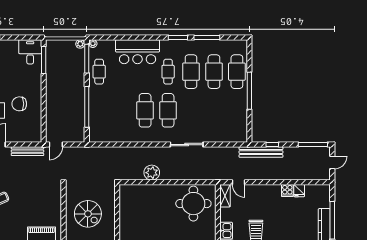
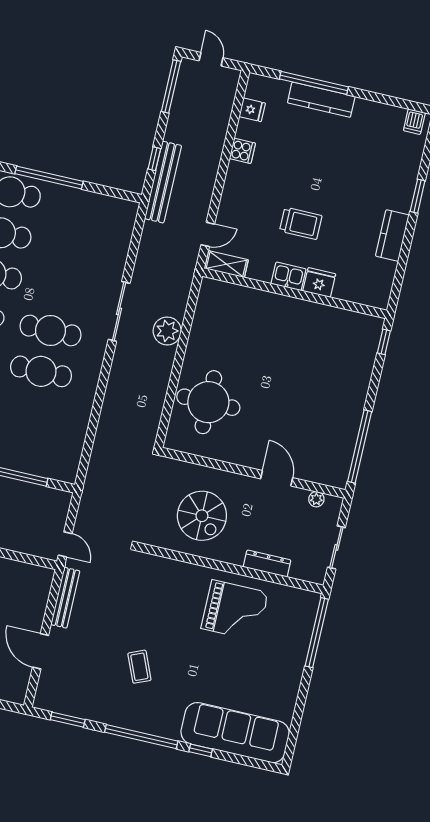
plant: (152, 173) -> (167, 331), moved
fridge: (299, 191) -> (252, 110), moved
round table: (193, 204) -> (208, 402), moved
spiral stairs: (88, 214) -> (202, 516), turned 90

